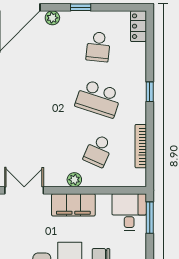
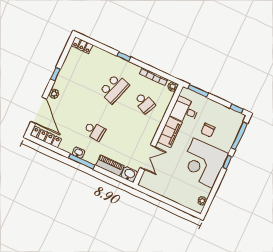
school desk: (98, 47) -> (95, 131), moved
plant: (74, 180) -> (173, 87), moved
double door: (24, 190) -> (148, 157), swing flipped
desk: (129, 212) -> (185, 110), moved

